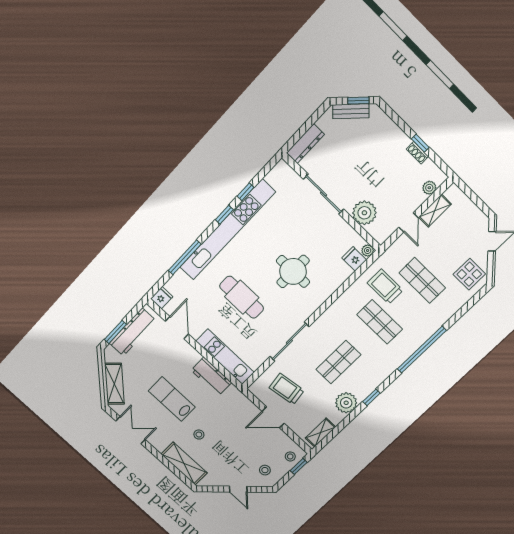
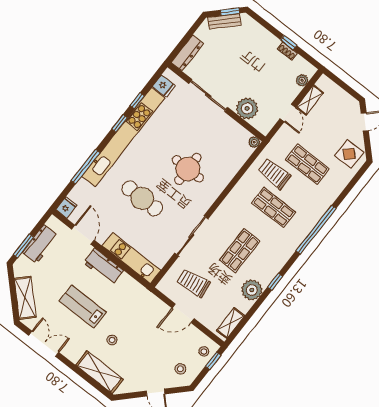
fridge: (354, 259) -> (164, 86), moved, turned 180
workbench: (133, 332) -> (40, 244), width x0.73
workbench: (211, 376) -> (103, 267), moved

